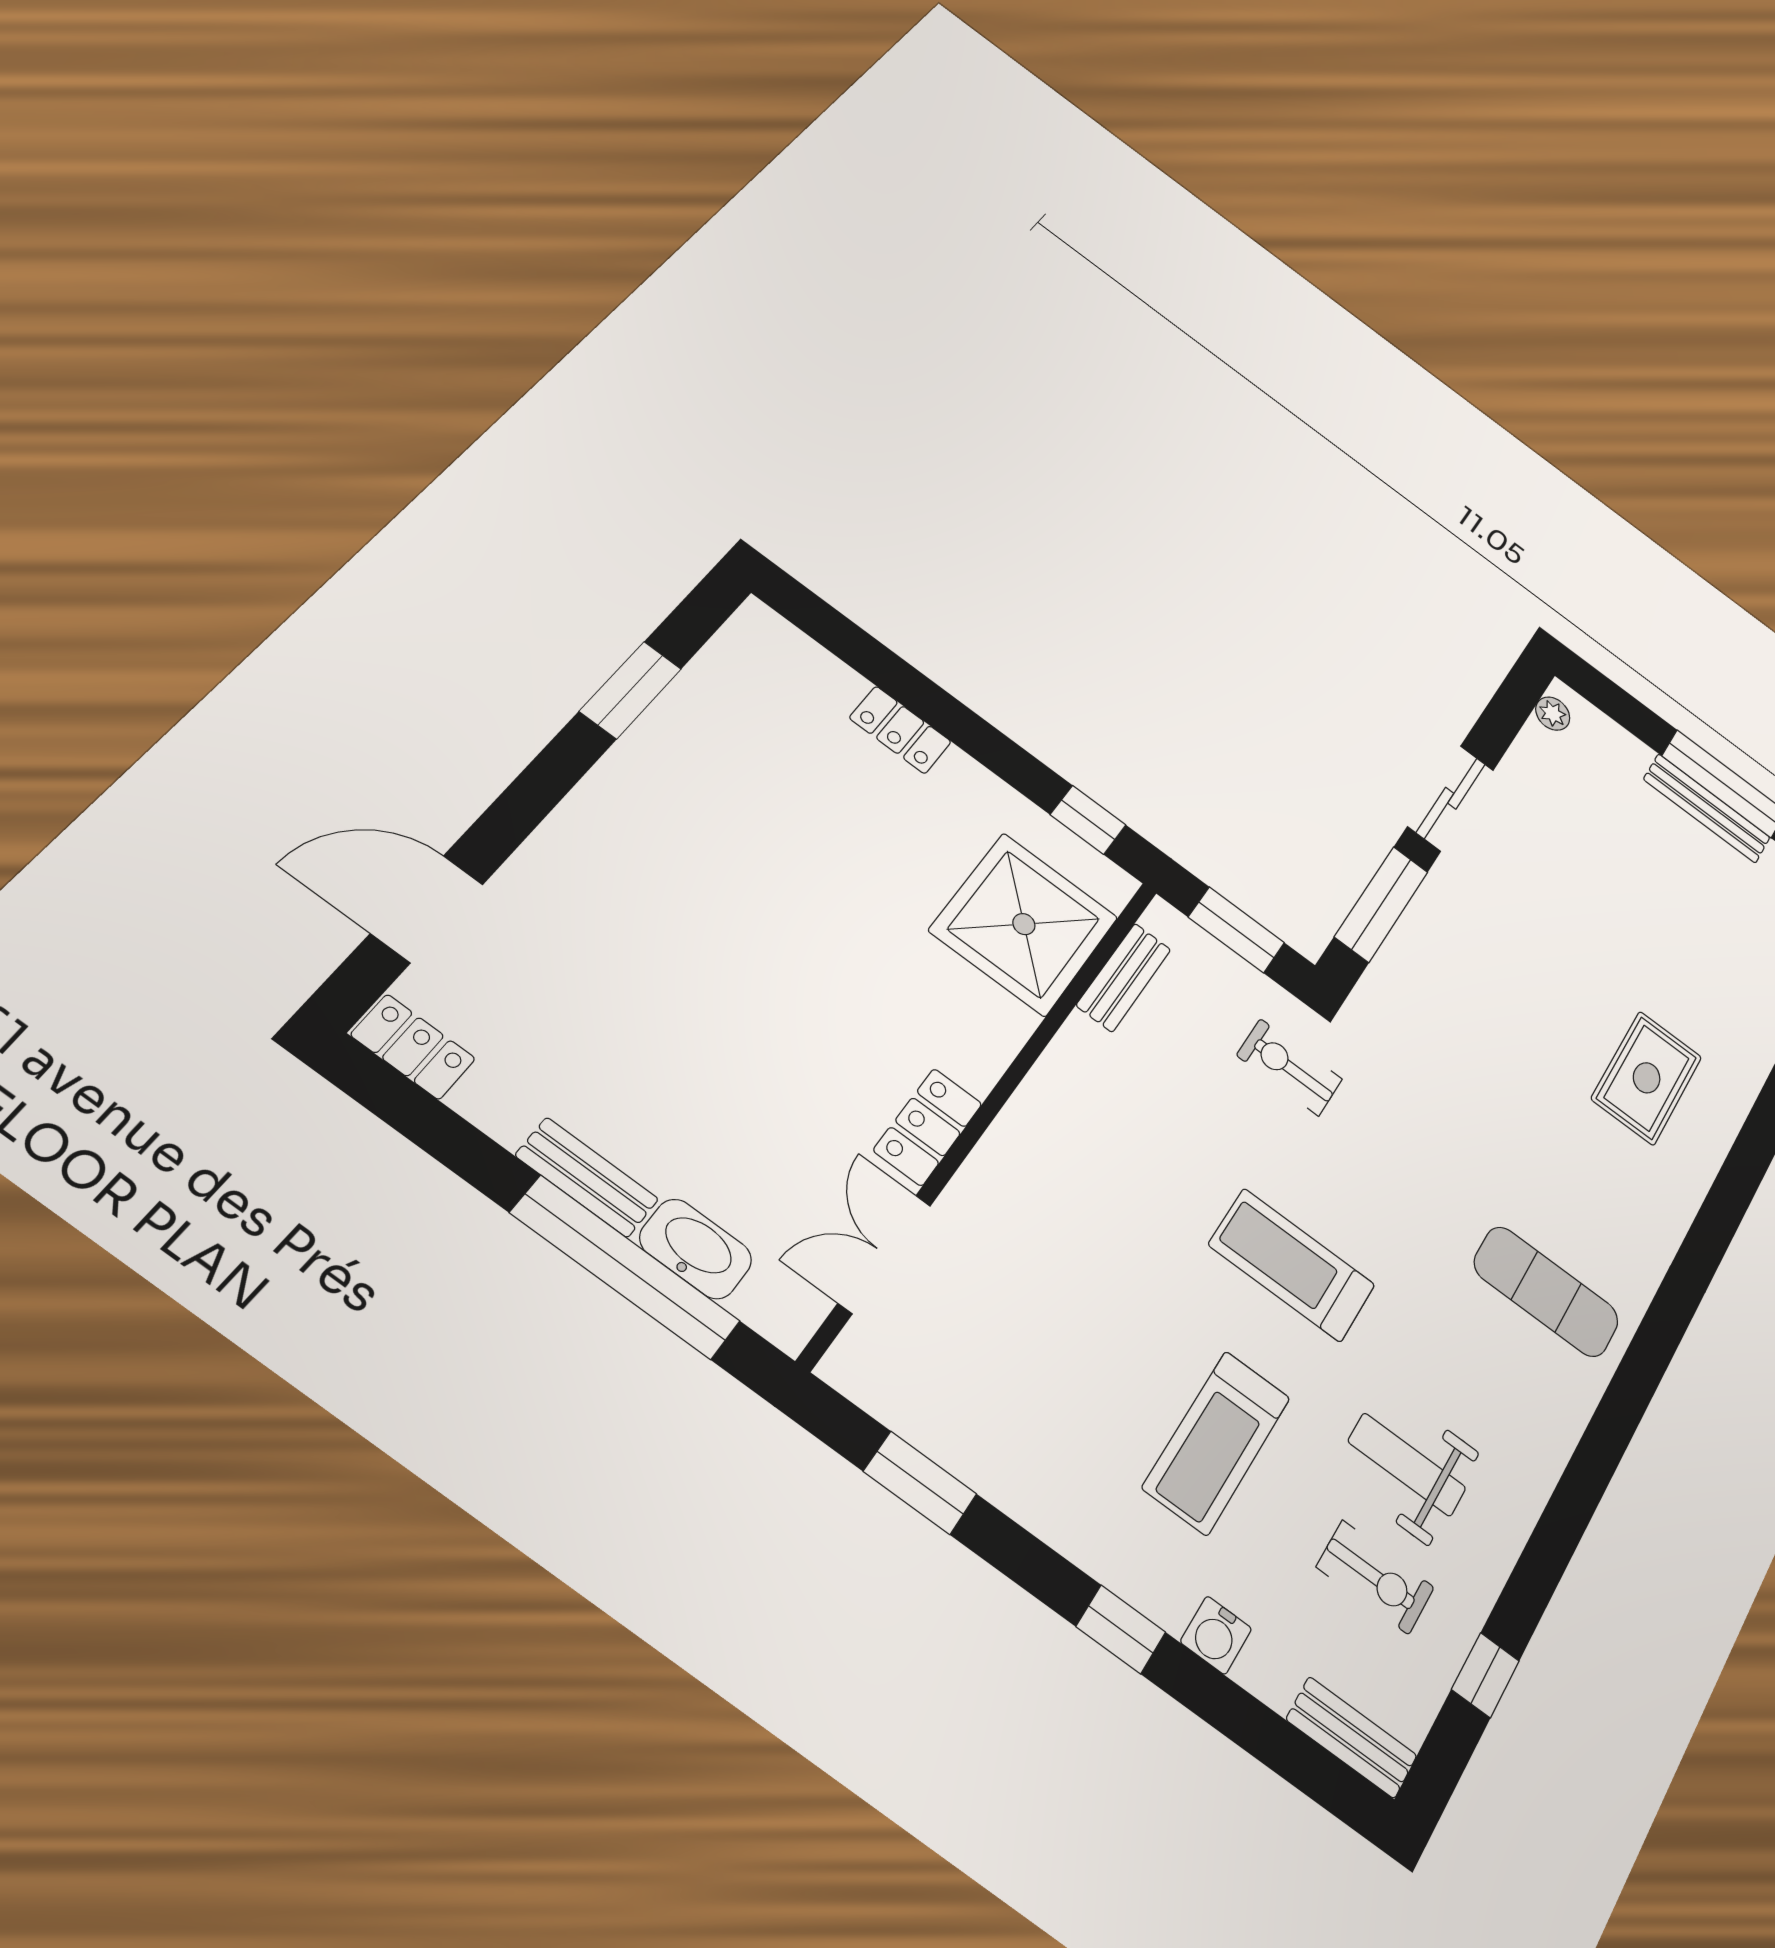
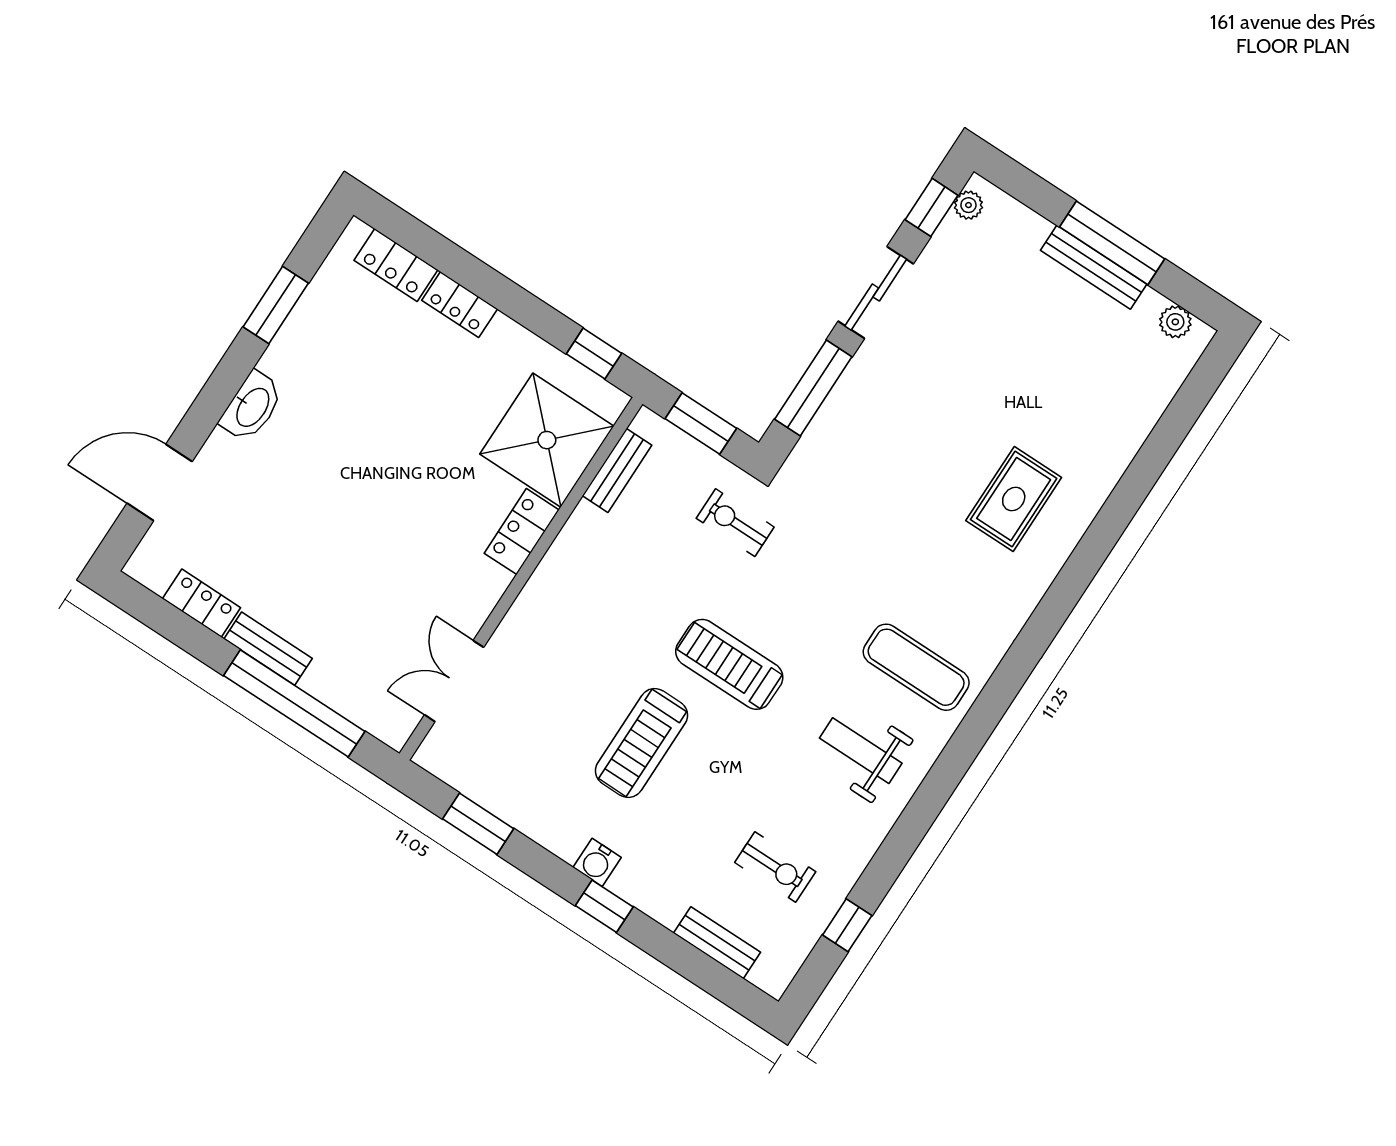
locker: (810, 666) -> (396, 265), added
window: (1509, 709) -> (931, 207), added
locker: (413, 1047) -> (202, 603), moved
locker: (928, 1127) -> (522, 532), moved
washbasin: (696, 1249) -> (252, 407), moved, turned 90
treadmill: (1217, 1442) -> (641, 743), moved
weight bench: (1407, 1465) -> (861, 751), moved
water cooler: (1216, 1635) -> (597, 862), moved
bench: (1352, 1737) -> (717, 943), moved

